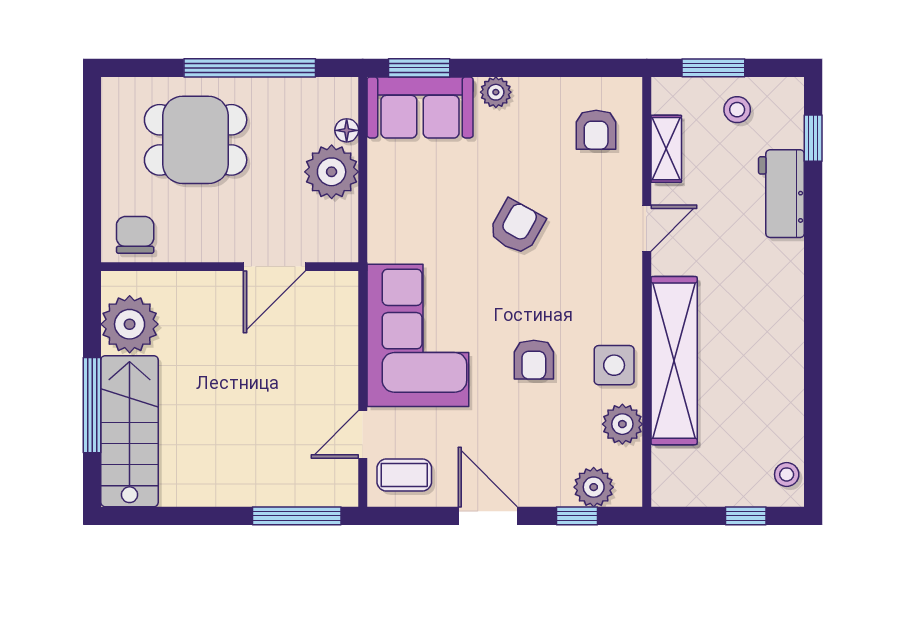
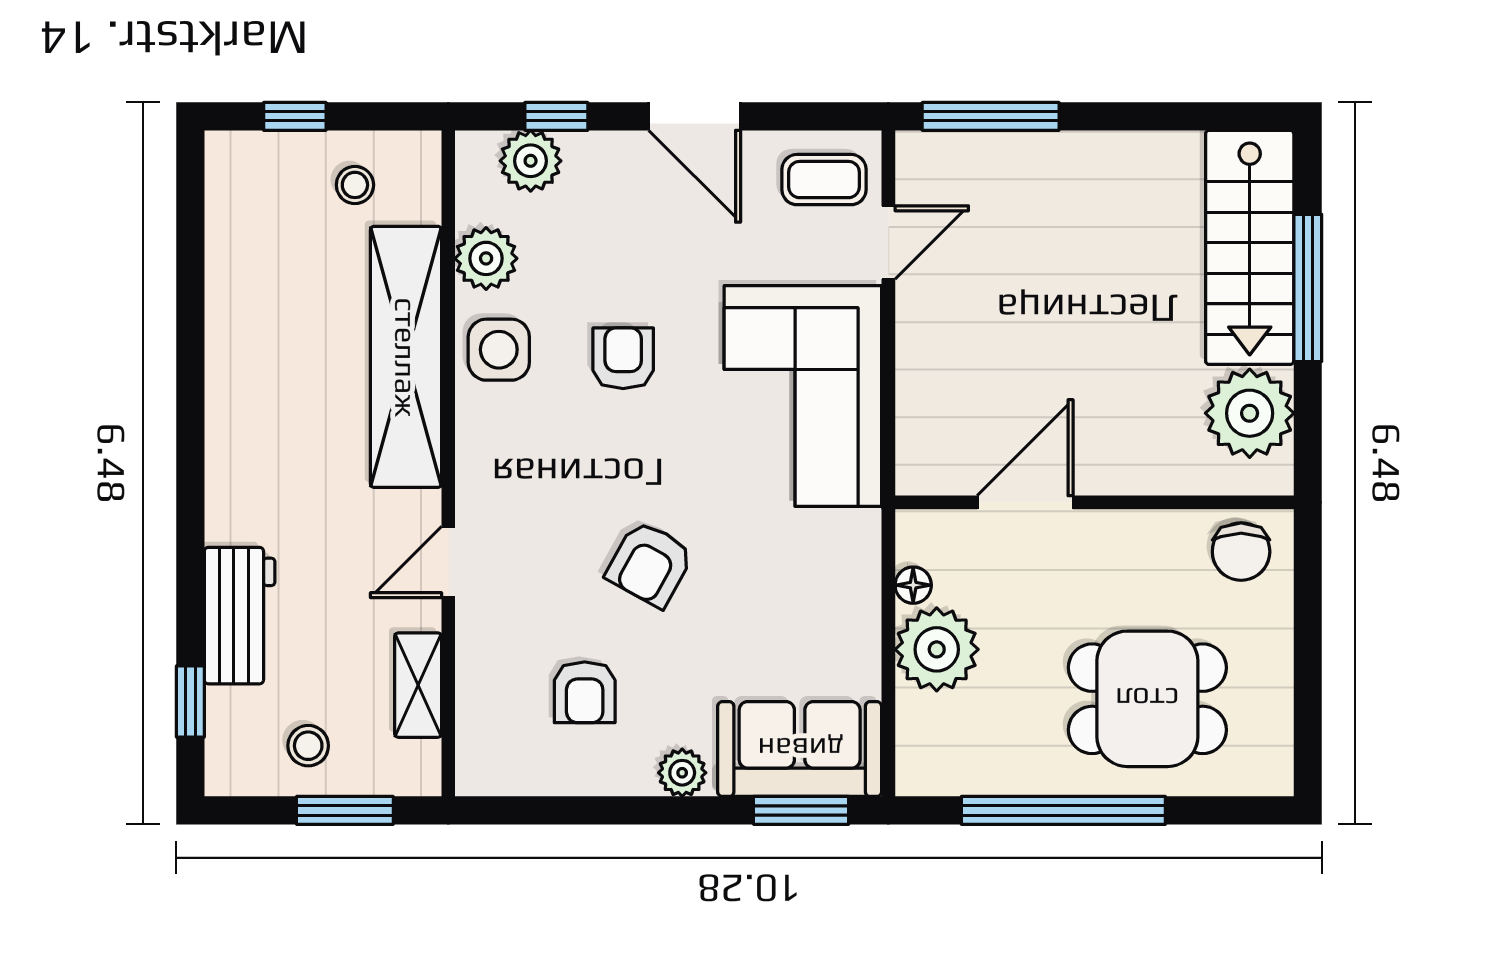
floor lamp: (347, 130) -> (913, 585), moved
armchair: (596, 130) -> (585, 692), moved, turned 180
stool: (787, 474) -> (355, 185), moved

